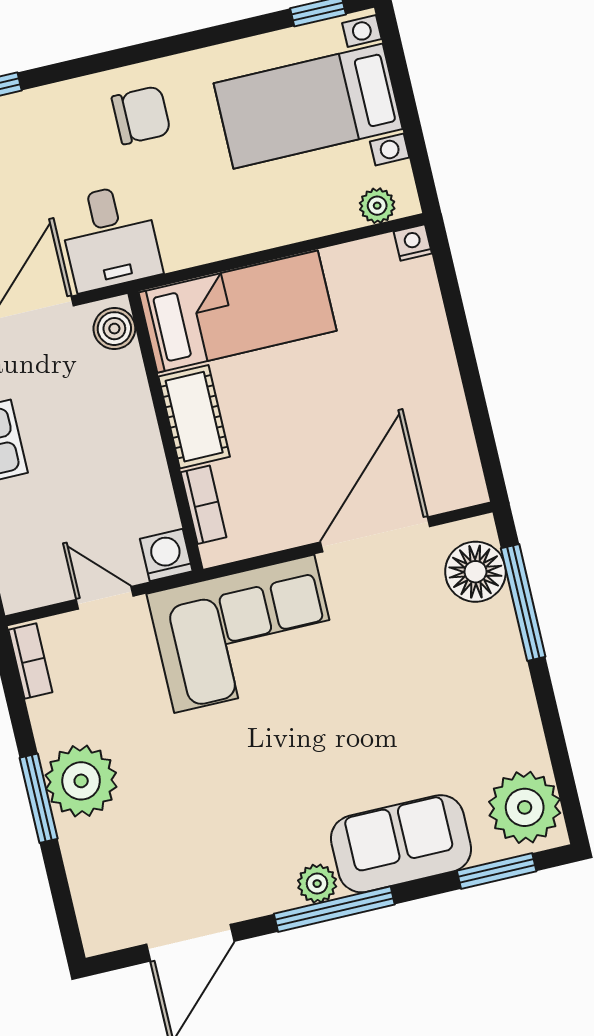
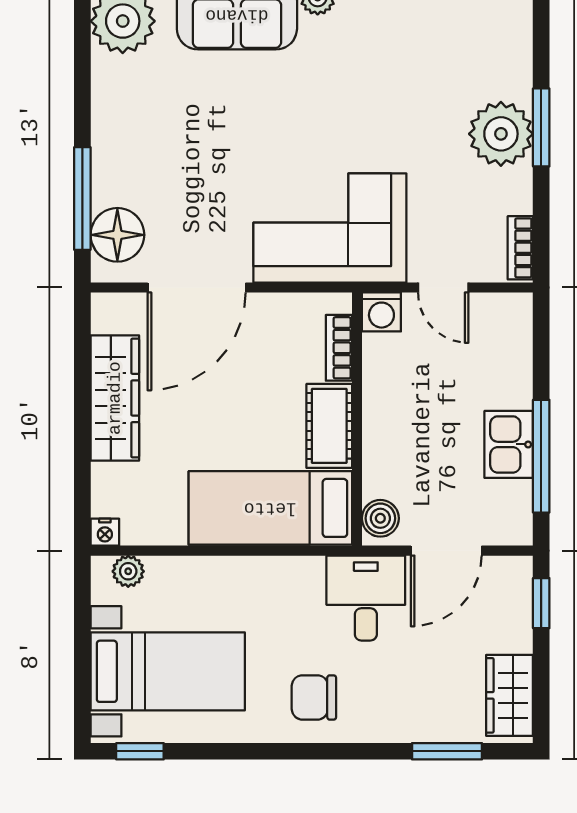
wardrobe: (436, 392) -> (115, 398), added

